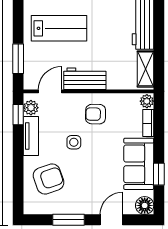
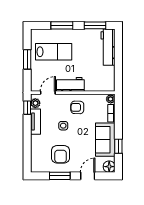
window: (18, 59) -> (27, 59), moved
shelving: (145, 69) -> (110, 78), removed
armchair: (49, 179) -> (61, 154), moved, turned 109

